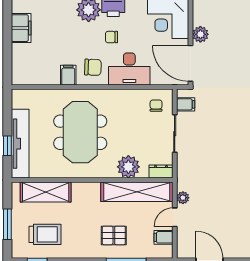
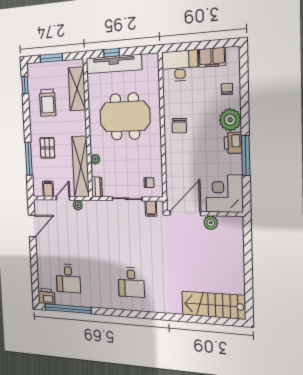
chair: (112, 37) -> (227, 89), moved
desk: (129, 69) -> (180, 66), moved, turned 90
filing cabinet: (68, 75) -> (172, 104), removed
plant: (128, 167) -> (95, 159), width x0.53, depth x0.53
door: (175, 217) -> (63, 198), hinge flipped
trolley: (45, 234) -> (48, 103), moved

